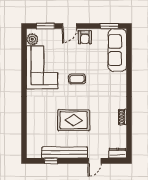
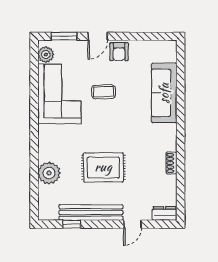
window: (109, 26) -> (153, 36), removed
sofa: (117, 50) -> (164, 93), moved
coffee table: (77, 79) -> (104, 92), moved
plant: (35, 124) -> (49, 173), added

